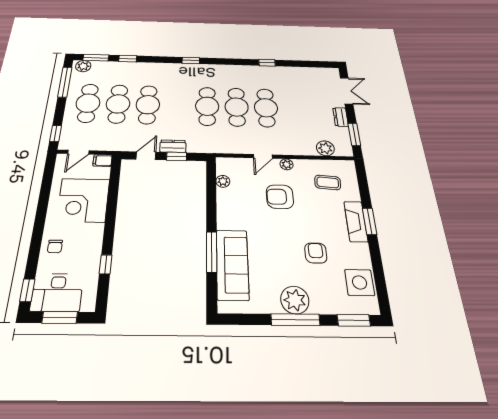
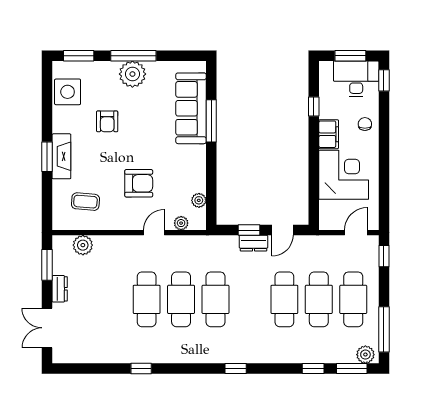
filing cabinet: (103, 161) -> (329, 134), moved, width x2.00
plant: (287, 164) -> (181, 223), moved

